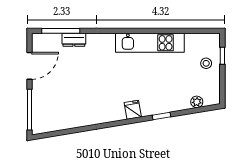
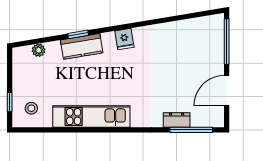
stool: (206, 63) -> (31, 108), moved
kitchen counter: (158, 105) -> (82, 46), added
fridge: (133, 110) -> (124, 39), moved

